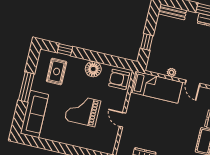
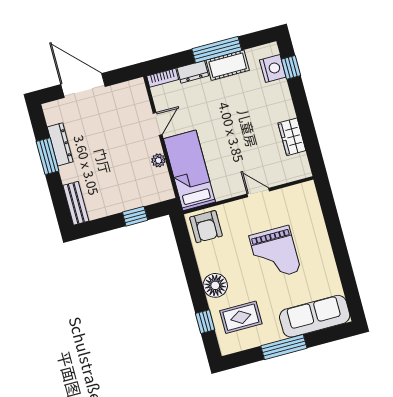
floor lamp: (93, 69) -> (215, 285), moved
door: (123, 120) -> (258, 192), swing flipped

